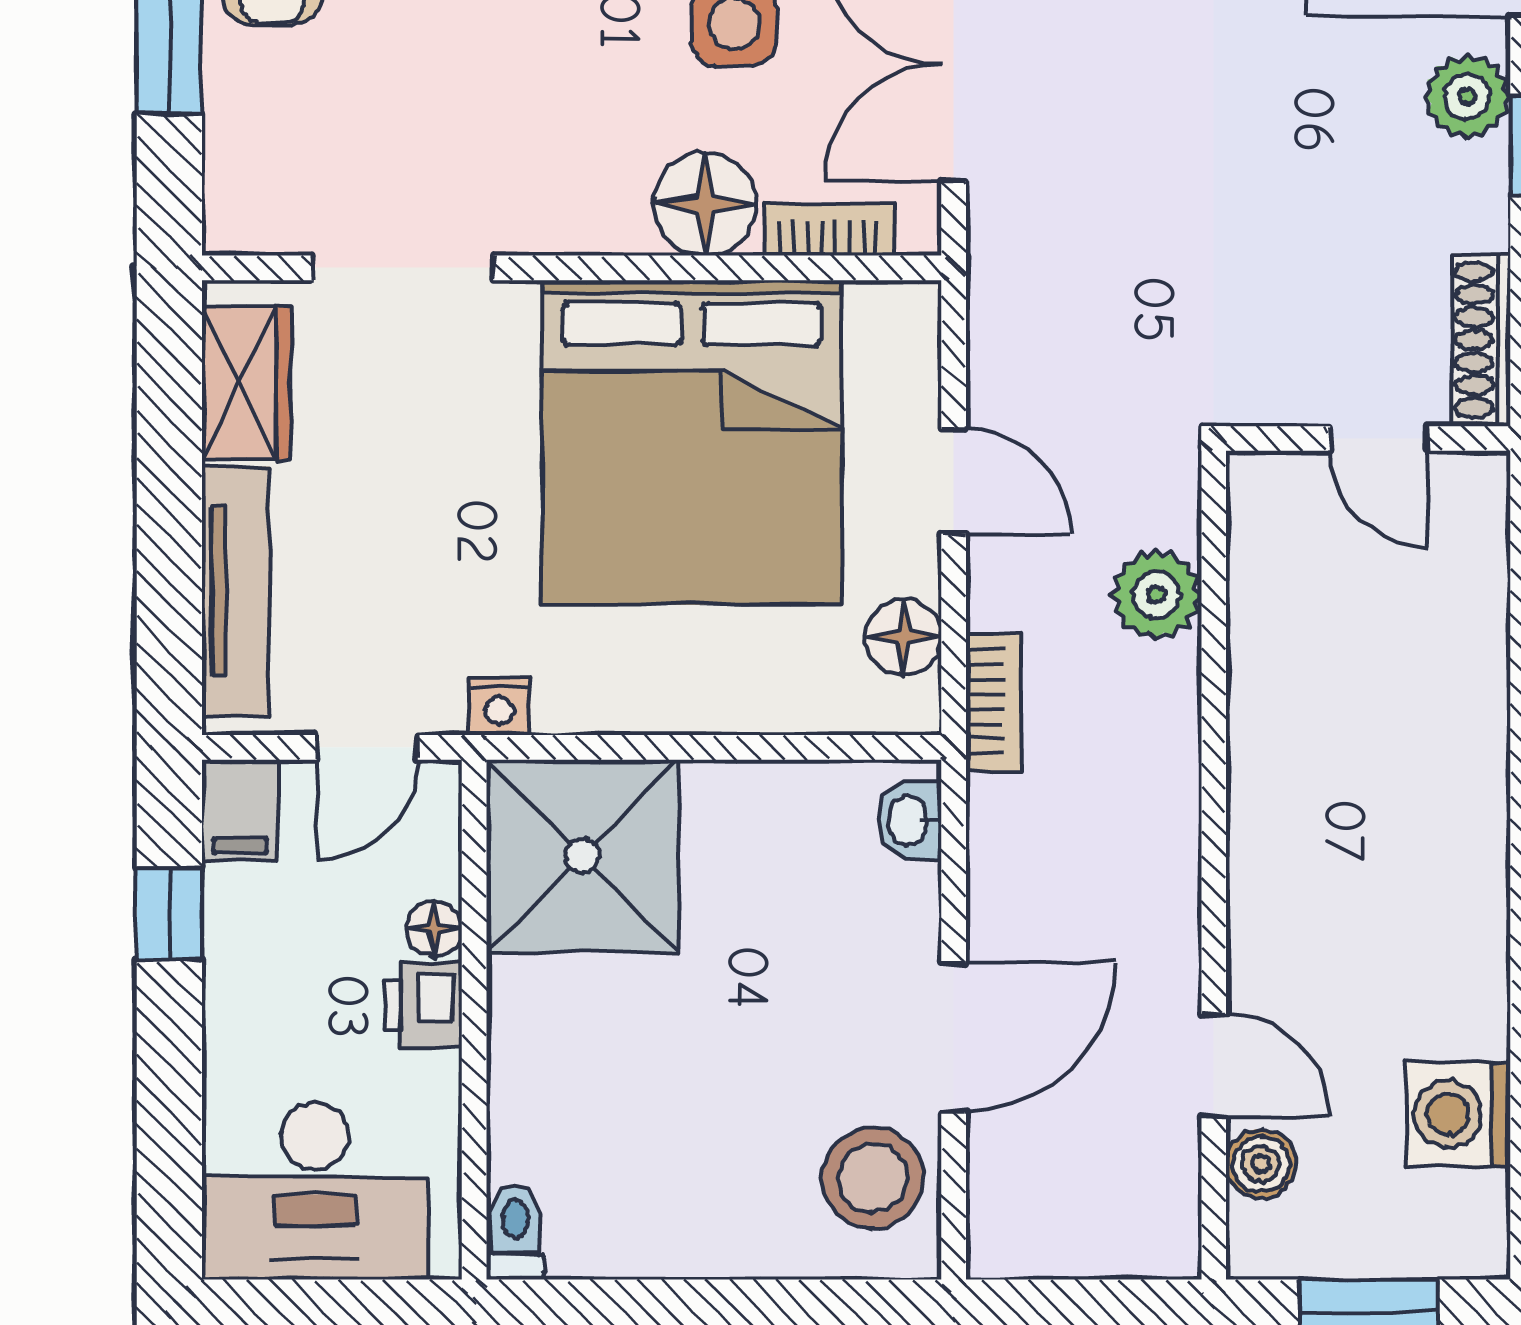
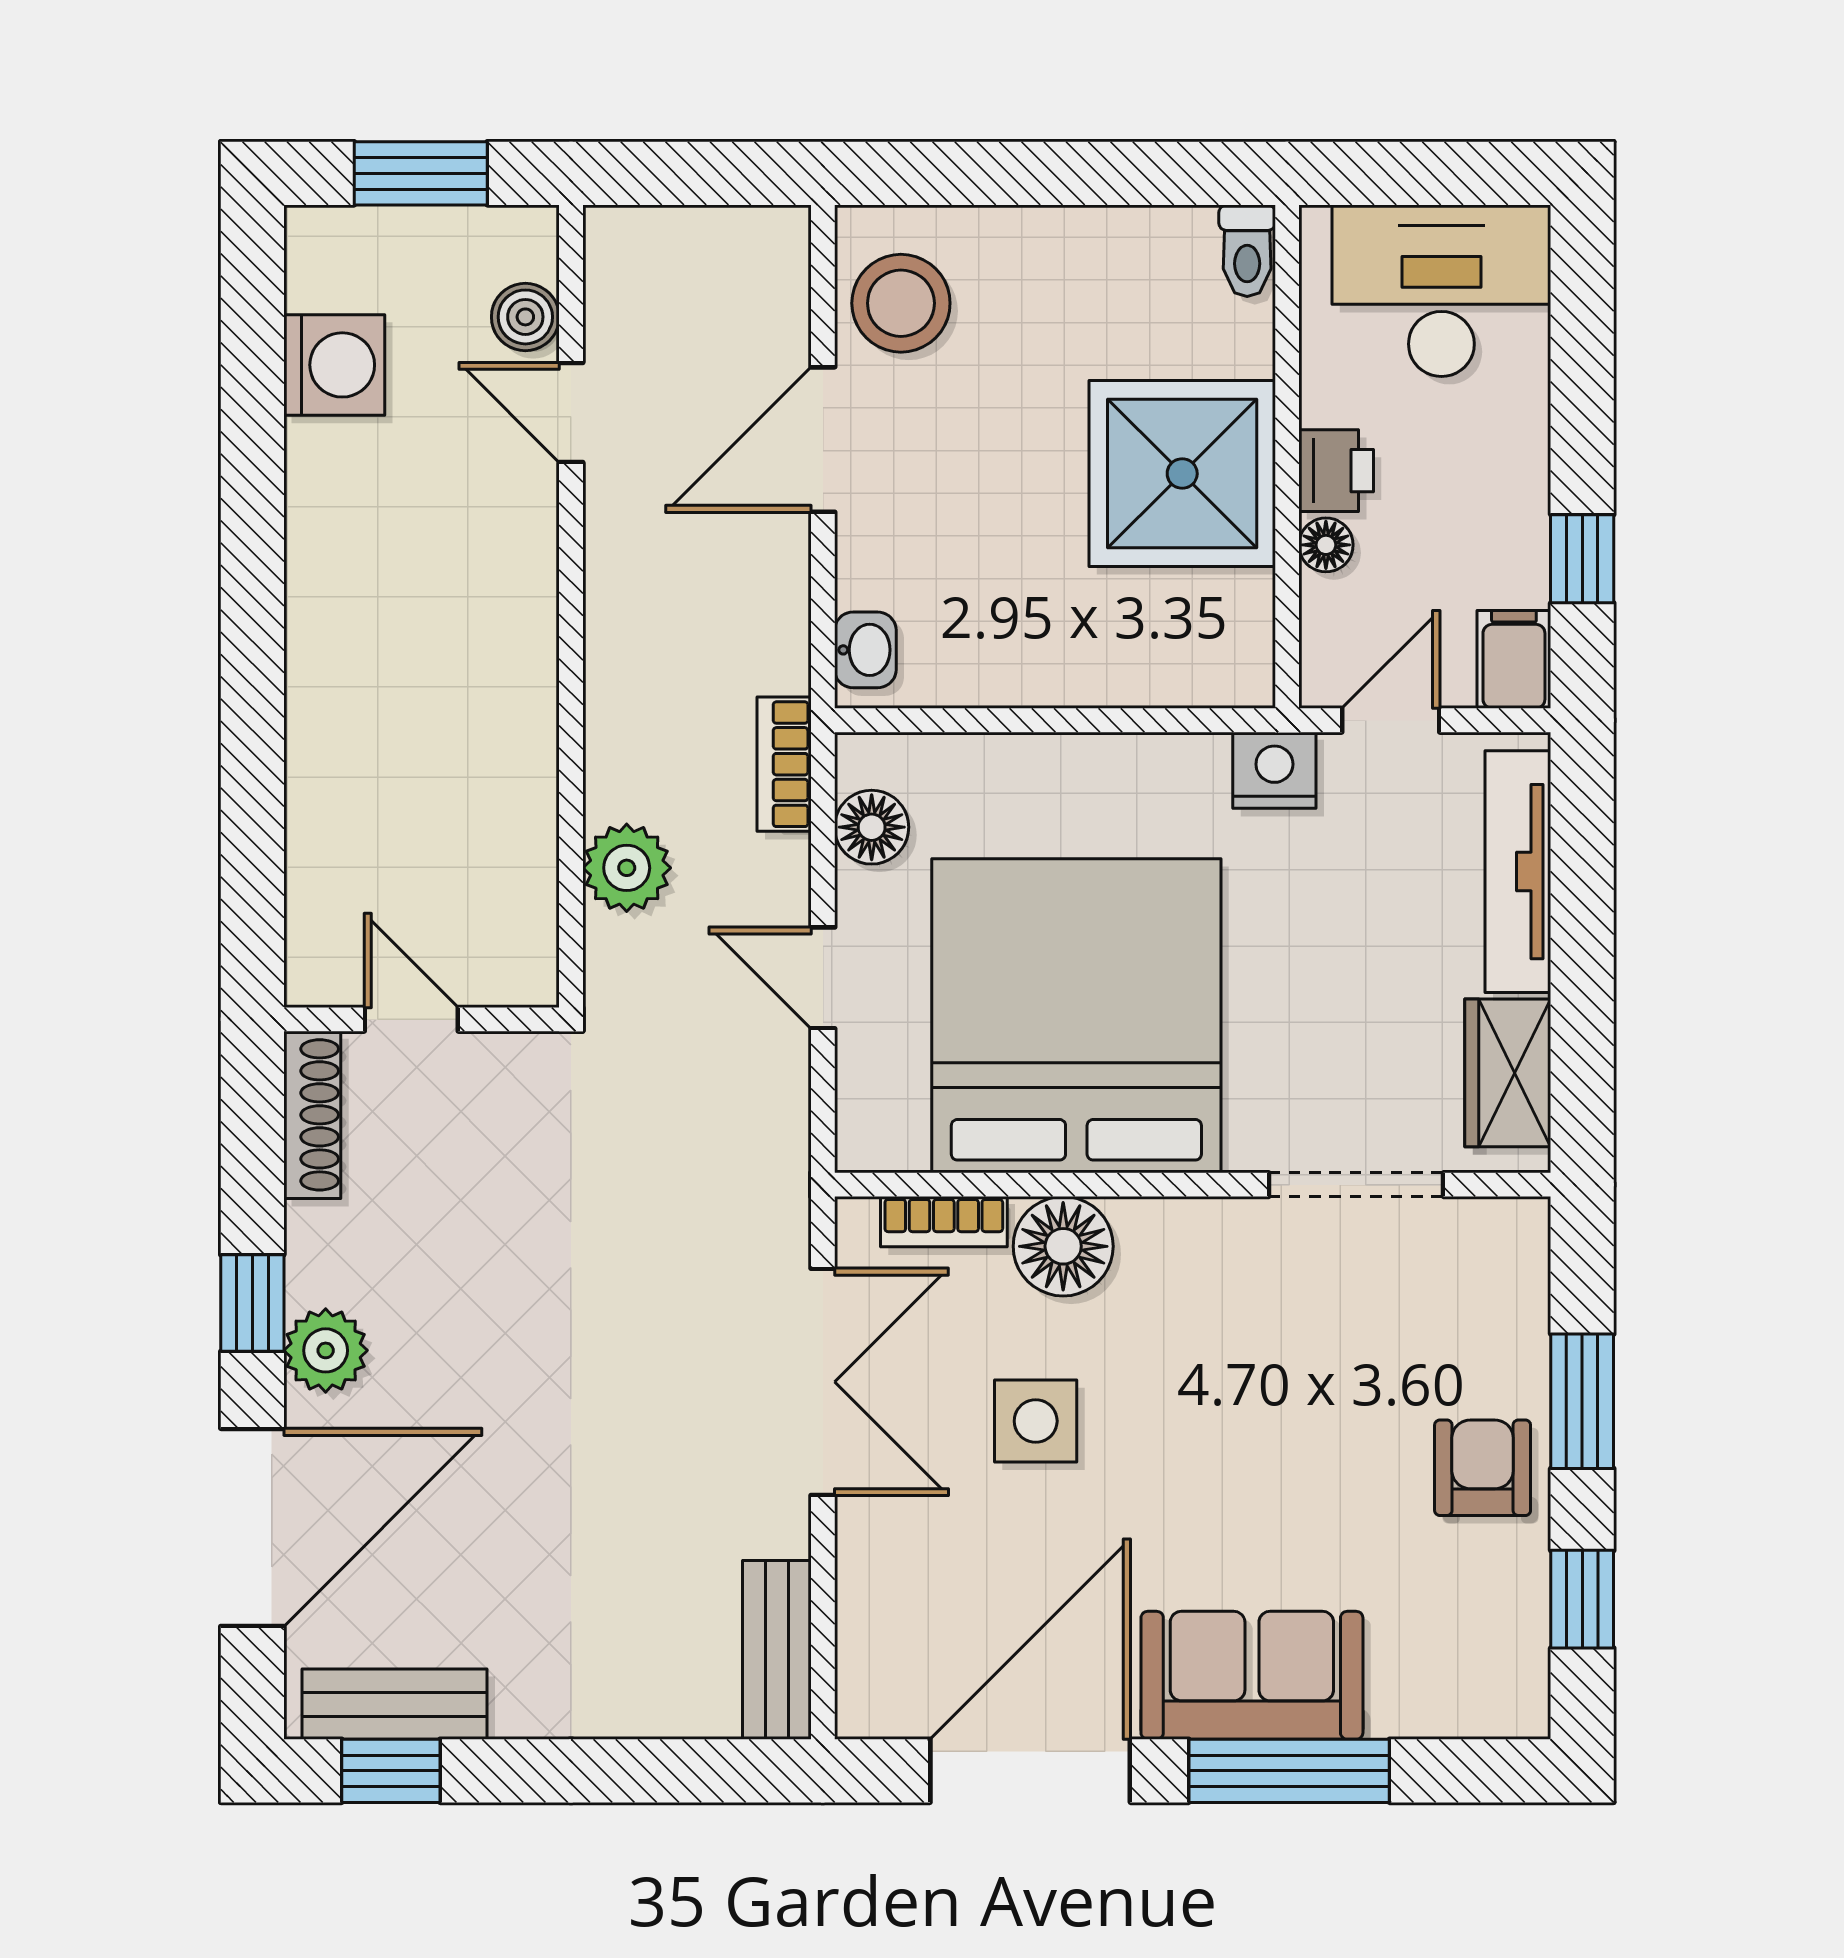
nightstand: (499, 706) -> (1274, 770), width x1.39, depth x1.35
shower: (582, 856) -> (1182, 474), moved

